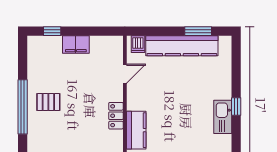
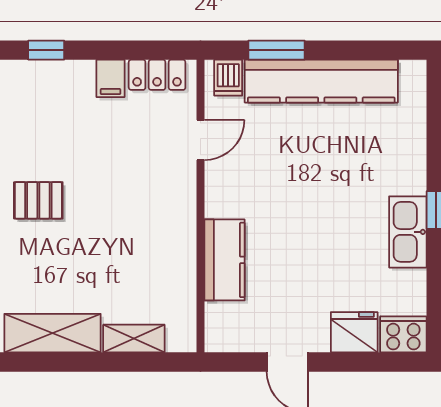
window: (198, 31) -> (276, 50), moved
filing cabinet: (76, 45) -> (111, 78), width x0.50
locker: (116, 116) -> (157, 75), moved, turned -90

